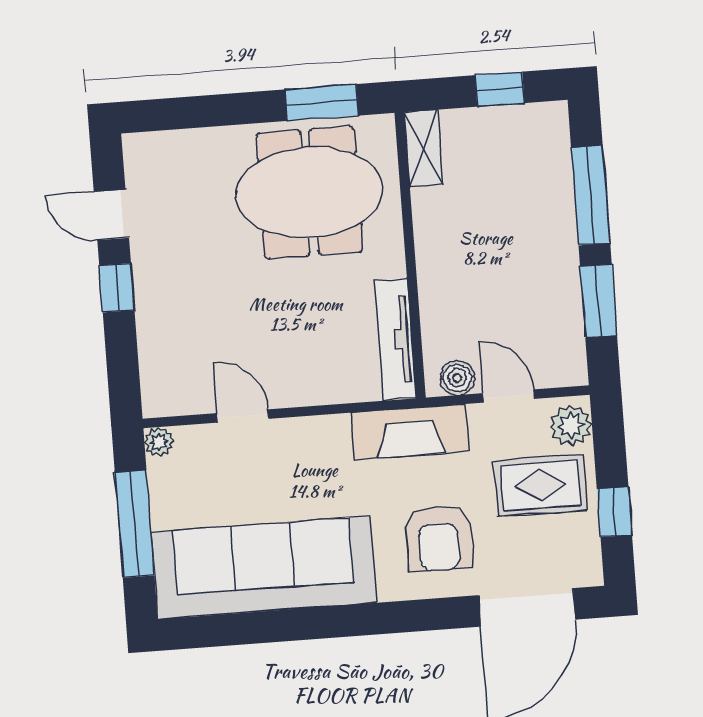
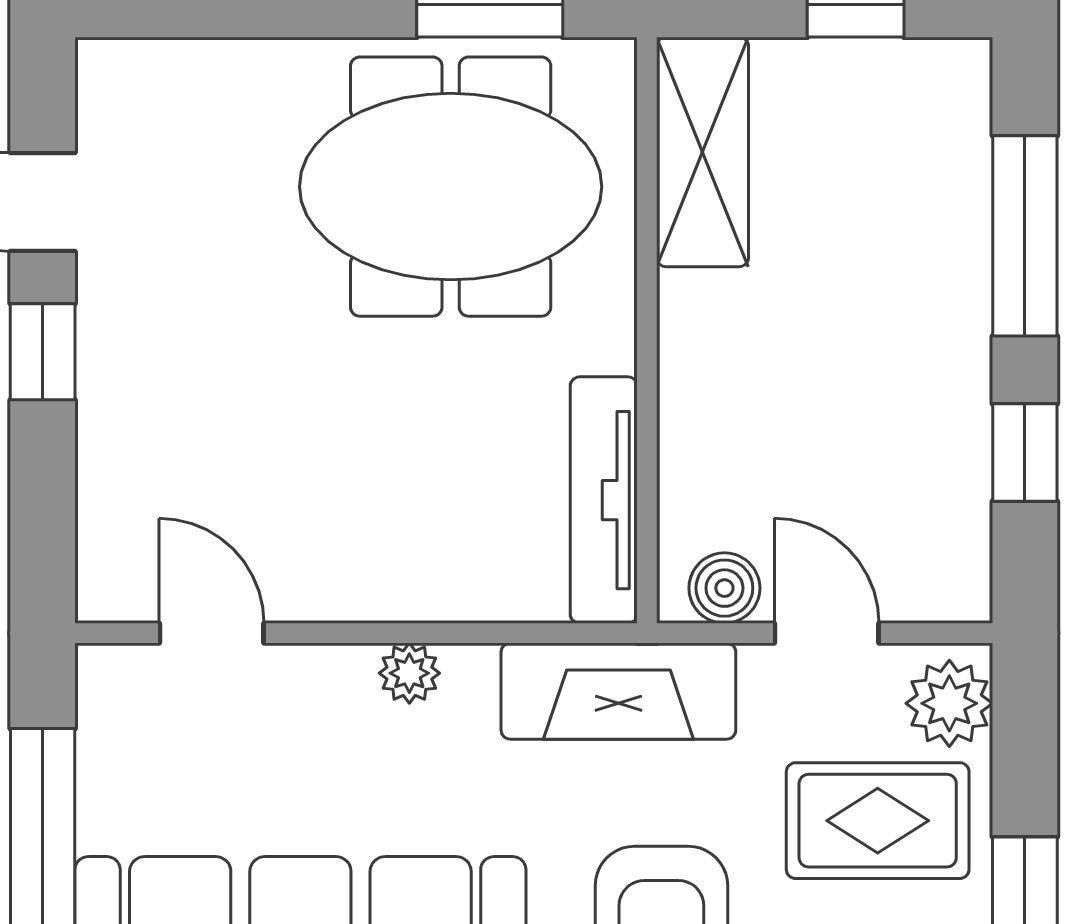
shelving: (424, 148) -> (702, 152), width x1.50, depth x1.33
window: (599, 301) -> (1025, 453), width x0.67
door: (243, 416) -> (212, 633), moved
plant: (159, 442) -> (409, 673), moved

